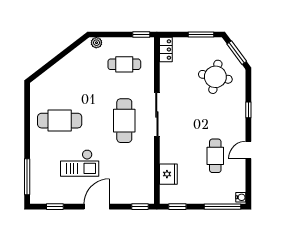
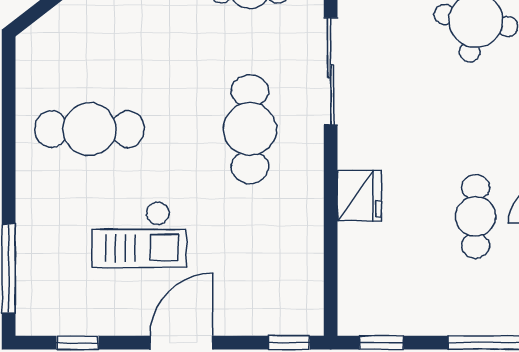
sliding door: (157, 114) -> (331, 71), moved
fridge: (168, 174) -> (359, 196), moved

